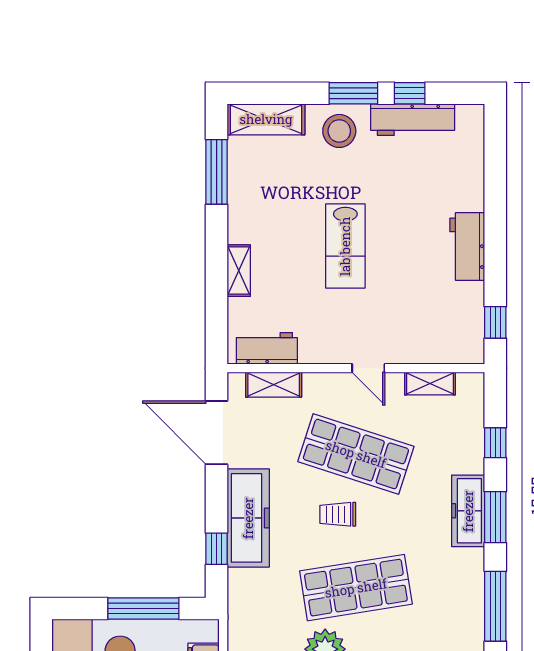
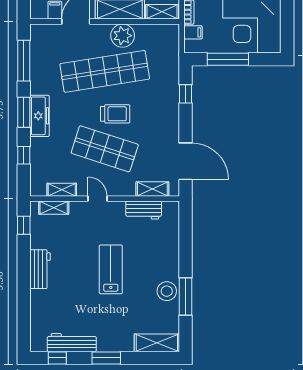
window: (410, 93) -> (57, 358), moved
stool: (339, 131) -> (167, 291), moved
window: (217, 172) -> (185, 296), moved
shelving: (239, 271) -> (54, 208), moved, turned 90
workbench: (267, 348) -> (144, 210), moved
trolley: (338, 514) -> (115, 114), width x1.36, depth x1.39
freezer: (248, 518) -> (167, 112), removed
shop shelf: (356, 588) -> (105, 71), width x1.40

